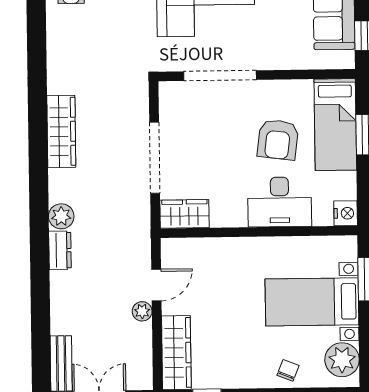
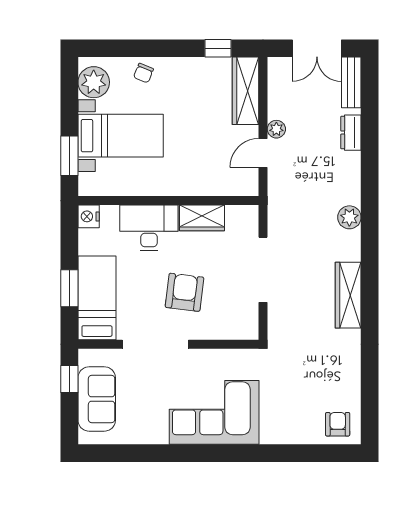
doorway: (220, 76) -> (155, 344), moved
armchair: (278, 140) -> (184, 292), moved
wardrobe: (185, 214) -> (202, 218), moved
dresser: (60, 250) -> (351, 133), moved

